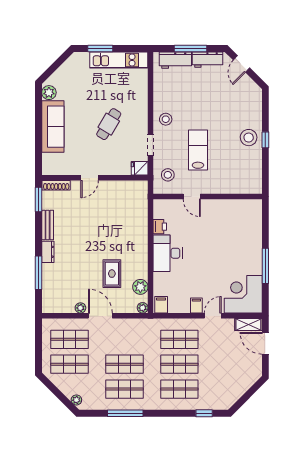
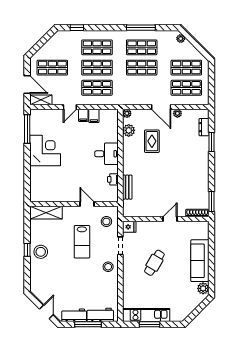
window: (100, 49) -> (149, 324), moved
shelving: (242, 186) -> (46, 213), added
bench: (48, 225) -> (127, 187), moved
dresser: (48, 252) -> (204, 127), moved
desk: (168, 253) -> (107, 154), width x0.73
window: (265, 266) -> (27, 129), moved
window: (39, 273) -> (212, 142), width x0.69
corner desk: (243, 294) -> (45, 150), moved, turned -90
filing cabinet: (161, 305) -> (94, 116), moved
shop shelf: (234, 364) -> (52, 68), added

